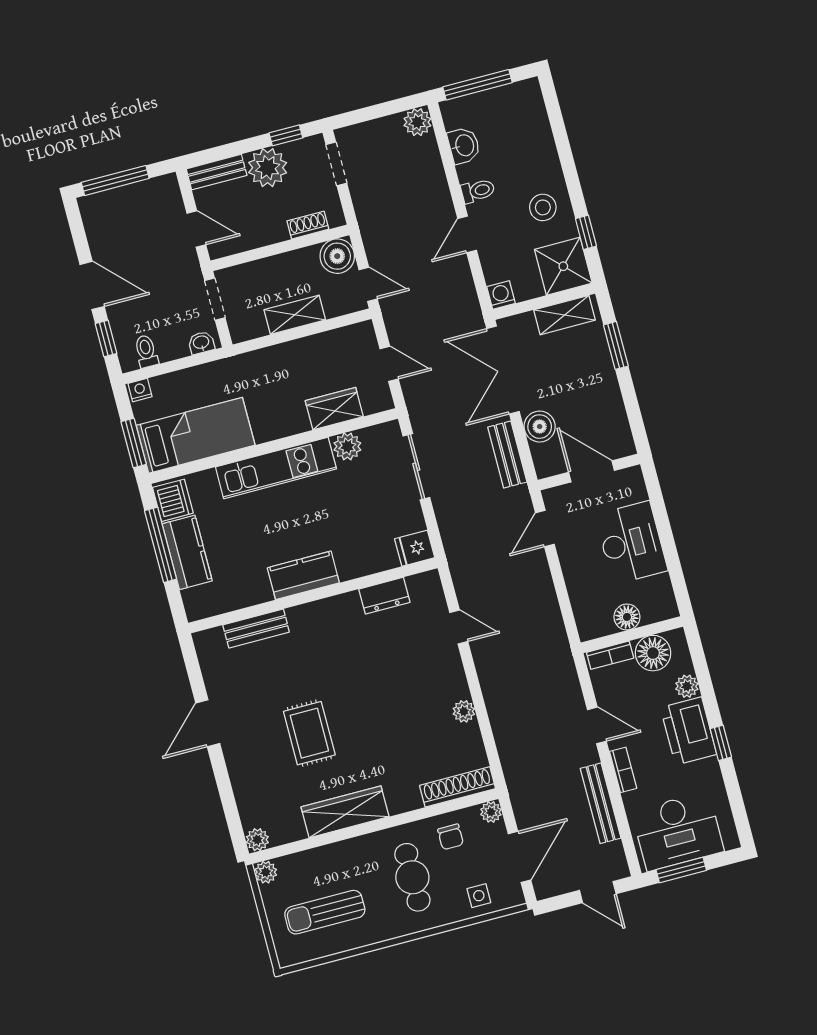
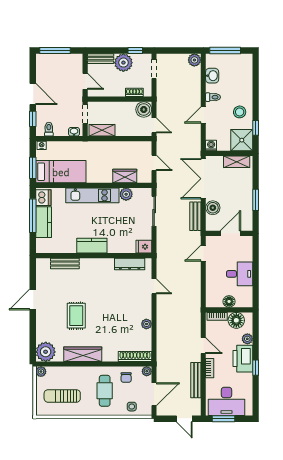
shelving: (295, 315) -> (102, 130), moved
window: (616, 345) -> (256, 200), moved
door: (592, 471) -> (230, 233), hinge flipped
desk: (631, 543) -> (240, 274), width x0.73
dresser: (384, 596) -> (130, 264), width x1.44
plant: (257, 840) -> (46, 352), width x1.87, depth x1.87

